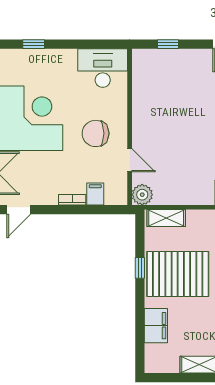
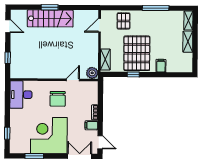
filing cabinet: (95, 194) -> (91, 125), moved
filing cabinet: (156, 326) -> (161, 66), width x0.50

